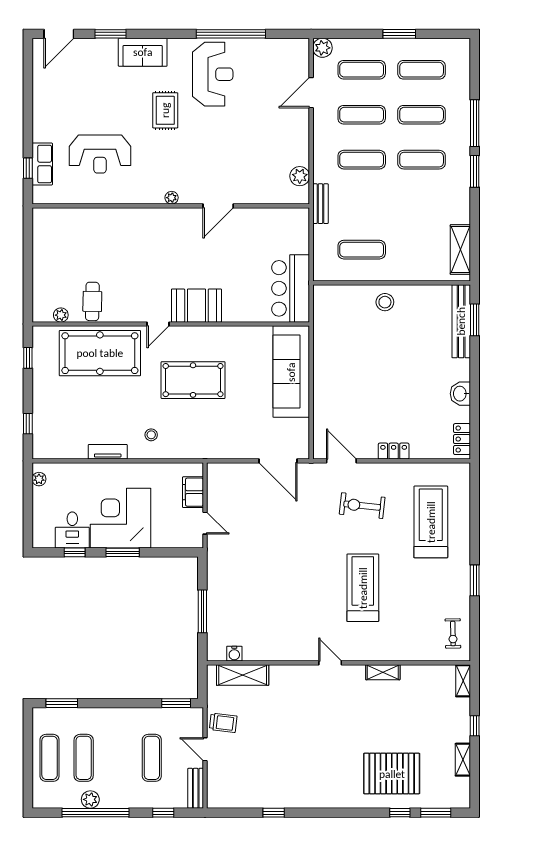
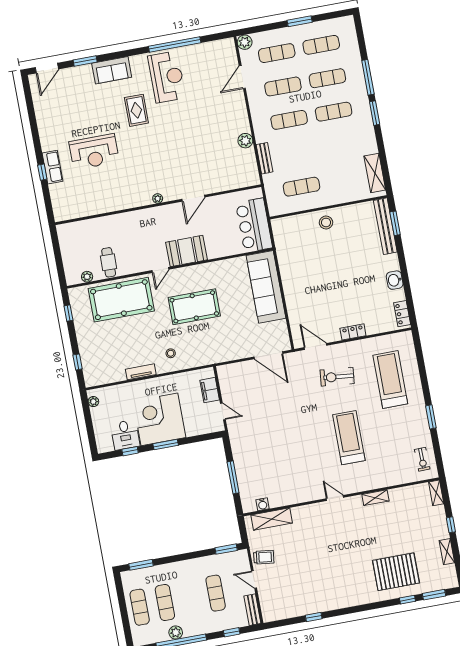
plant: (172, 198) -> (158, 198), moved
wall: (171, 206) -> (158, 205), moved
door: (218, 206) -> (193, 198), moved

